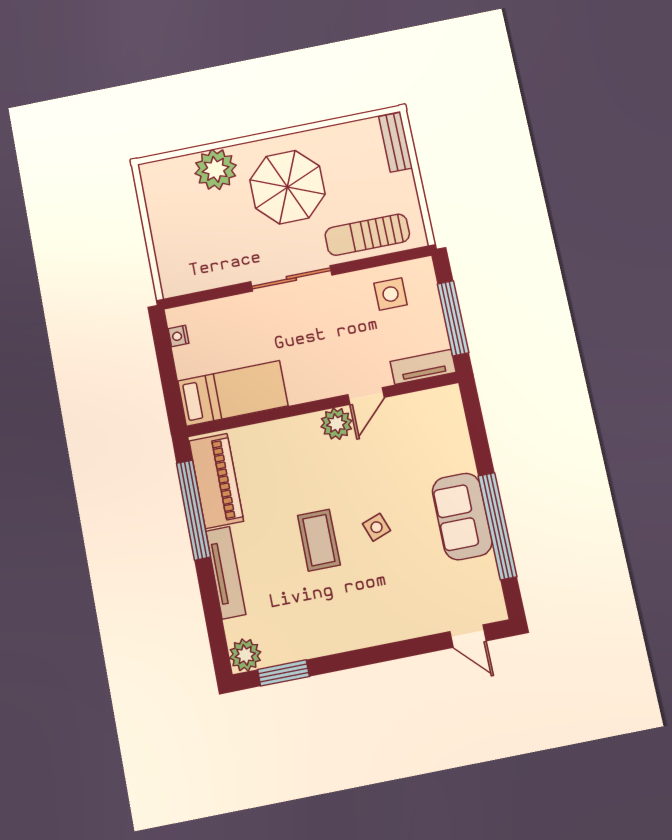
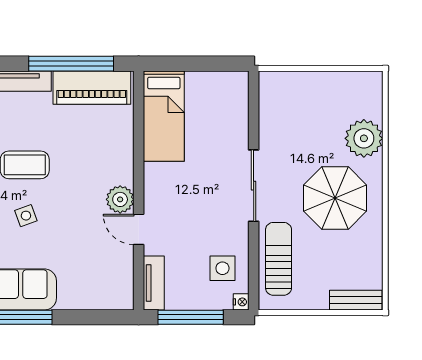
nightstand: (178, 336) -> (241, 302), moved, turned 90

